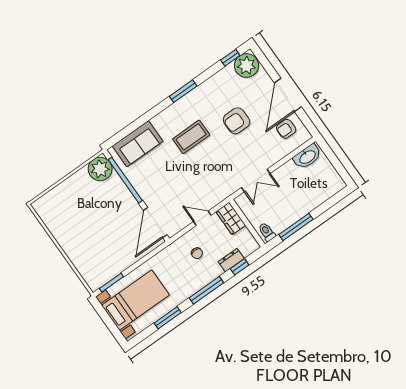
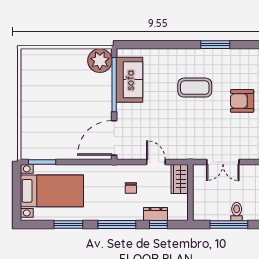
sofa: (138, 144) -> (130, 80), moved, turned -90
toilet: (267, 232) -> (237, 212), moved

